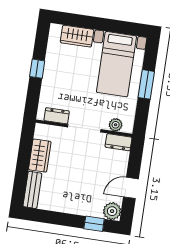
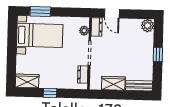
wardrobe: (77, 36) -> (27, 81), moved, turned -90
window: (146, 84) -> (40, 11), moved
door: (131, 188) -> (112, 13), moved
window: (94, 224) -> (158, 55), moved

